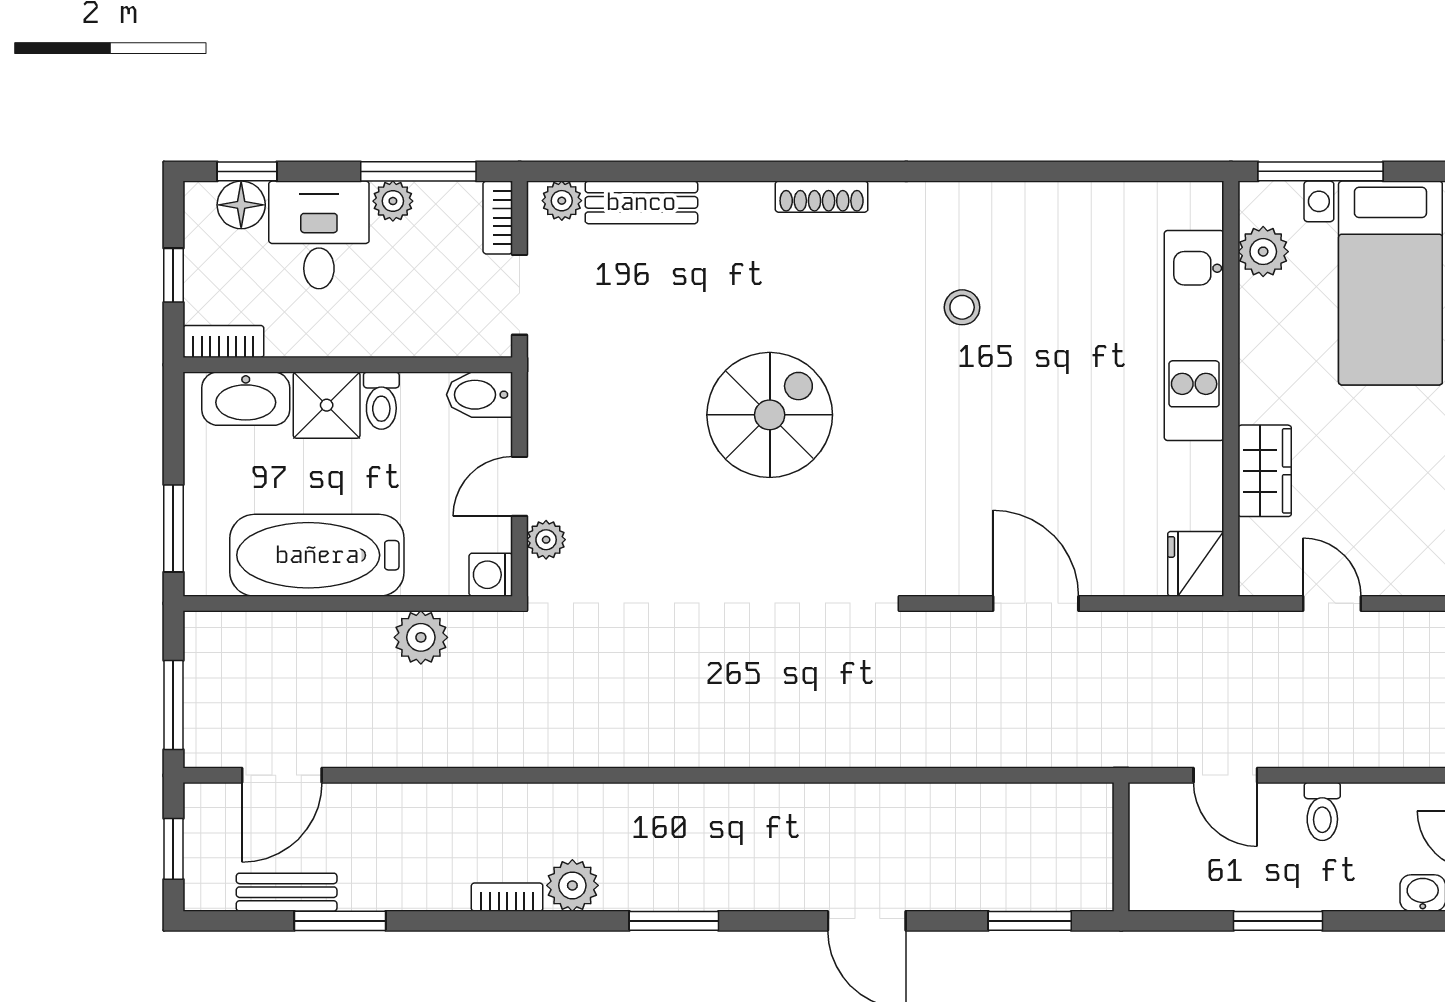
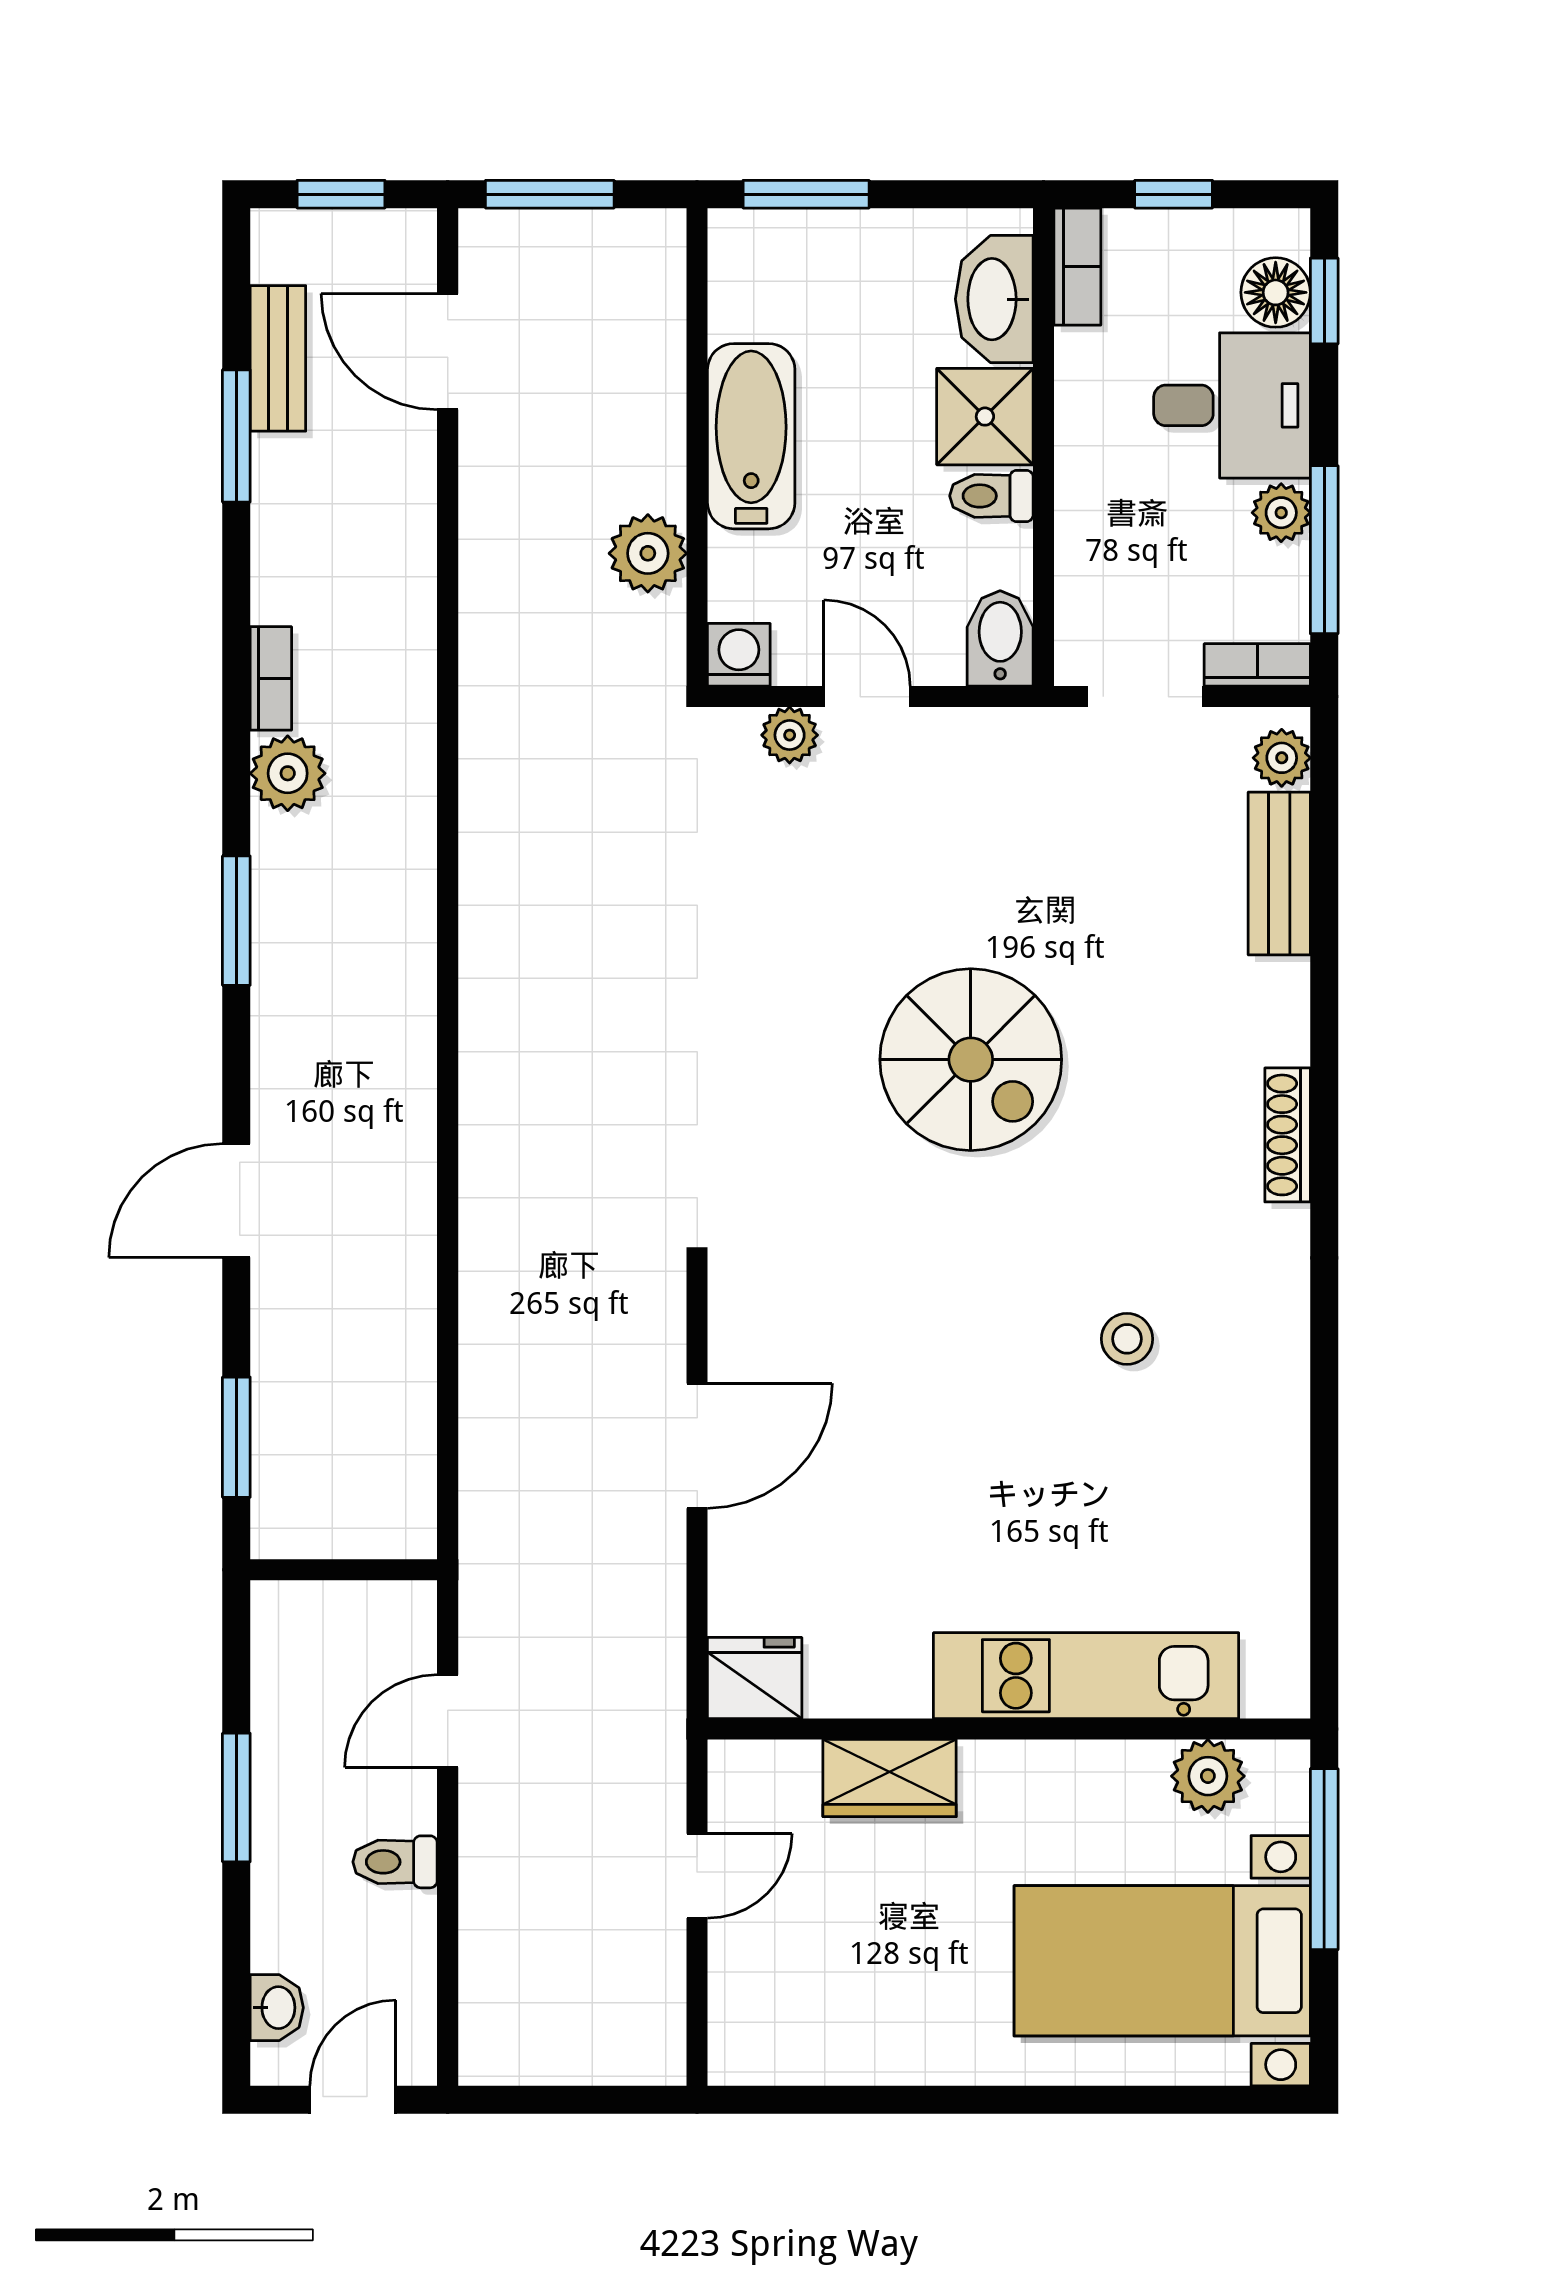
bathtub: (317, 555) -> (751, 436), width x0.73, depth x0.73

